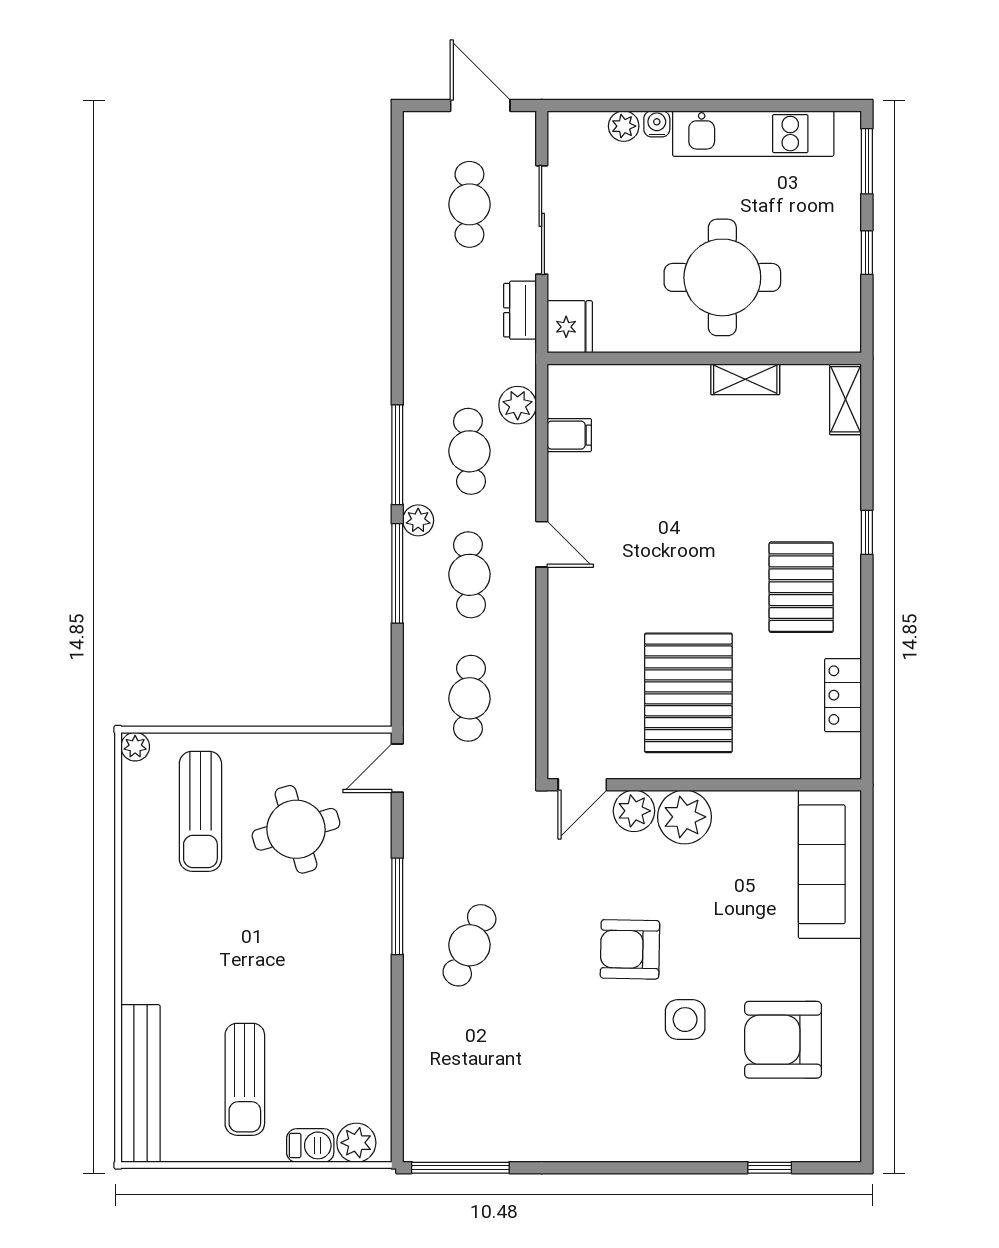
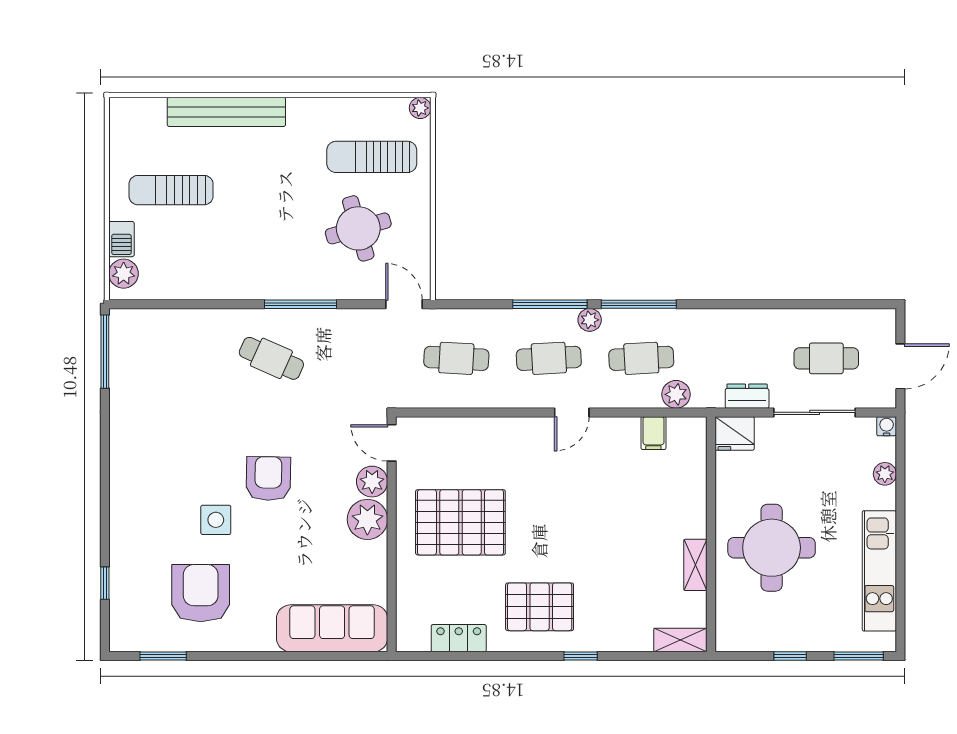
water cooler: (657, 124) -> (887, 426), moved, turned -90
bench: (140, 1083) -> (226, 112), moved
window: (867, 1090) -> (163, 656), added

